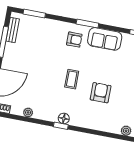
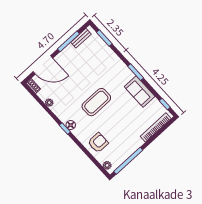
armchair: (74, 40) -> (118, 76), removed
coffee table: (72, 79) -> (96, 102), width x1.86, depth x1.72
armchair: (101, 93) -> (98, 143), moved

